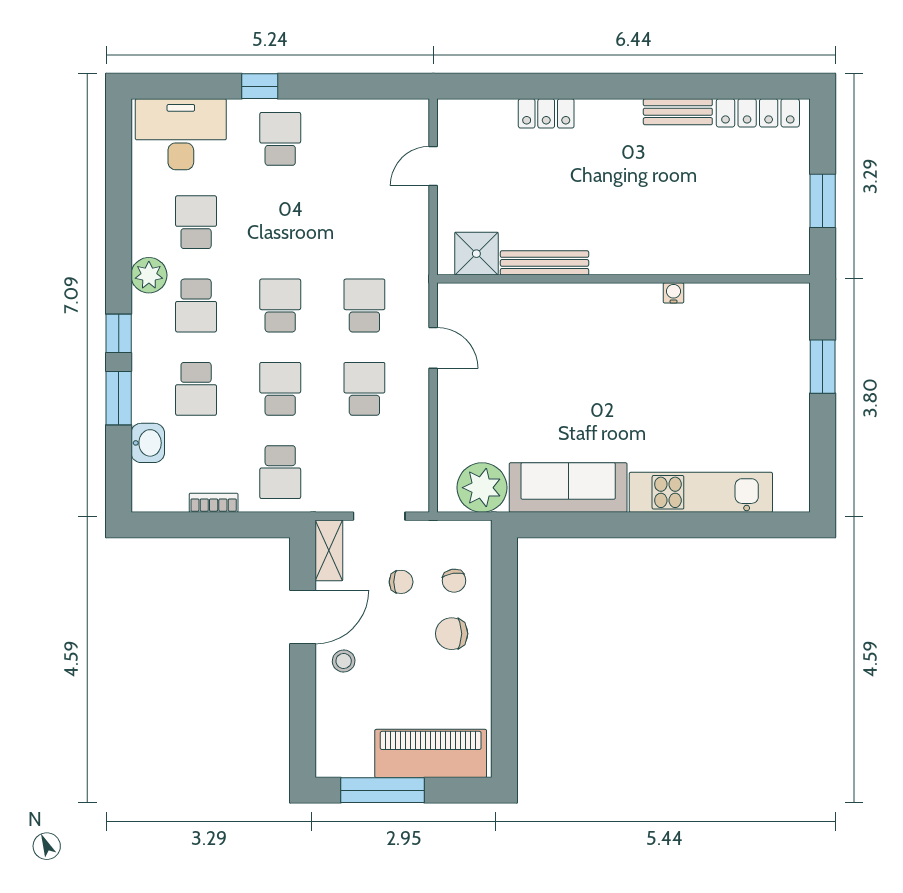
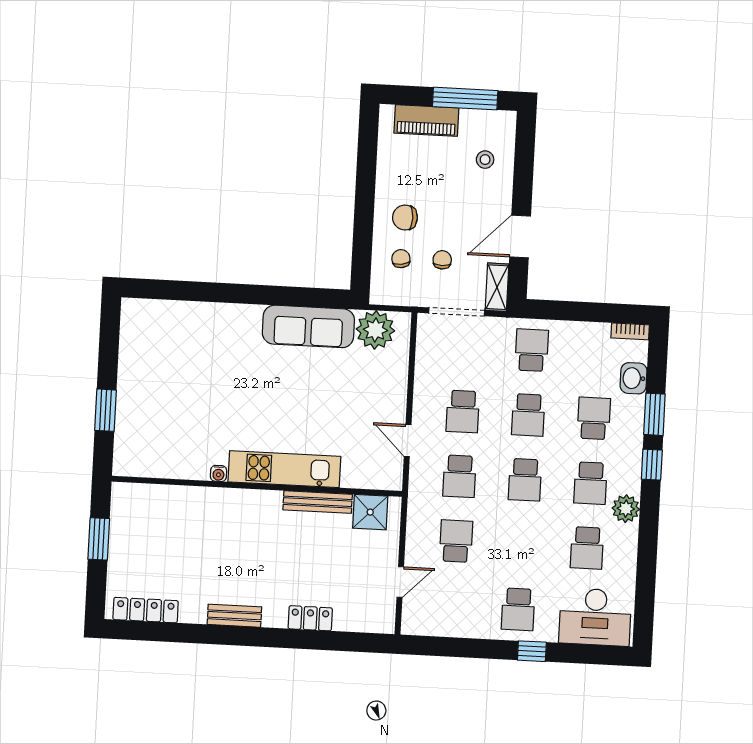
bench: (678, 112) -> (234, 616), moved
school desk: (364, 222) -> (456, 541), added
school desk: (196, 306) -> (590, 483), turned 180
kitchen unit: (701, 492) -> (284, 469), moved, turned 180
bookcase: (214, 503) -> (630, 331), moved
doorway: (379, 516) -> (457, 312), width x1.38
chair: (401, 582) -> (442, 260), turned 90
chair: (452, 634) -> (405, 218), turned 180
stool: (344, 661) -> (485, 160), moved
piano: (431, 753) -> (426, 120), width x0.73, depth x0.75

